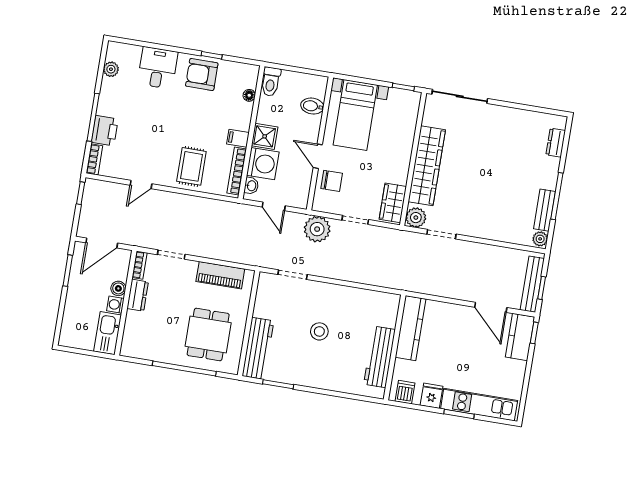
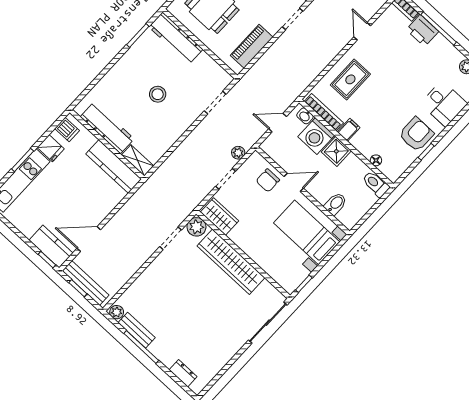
rug: (191, 166) -> (350, 79), turned 90
plant: (317, 229) -> (238, 153), width x0.53, depth x0.53
shelving: (391, 310) -> (138, 160), added

